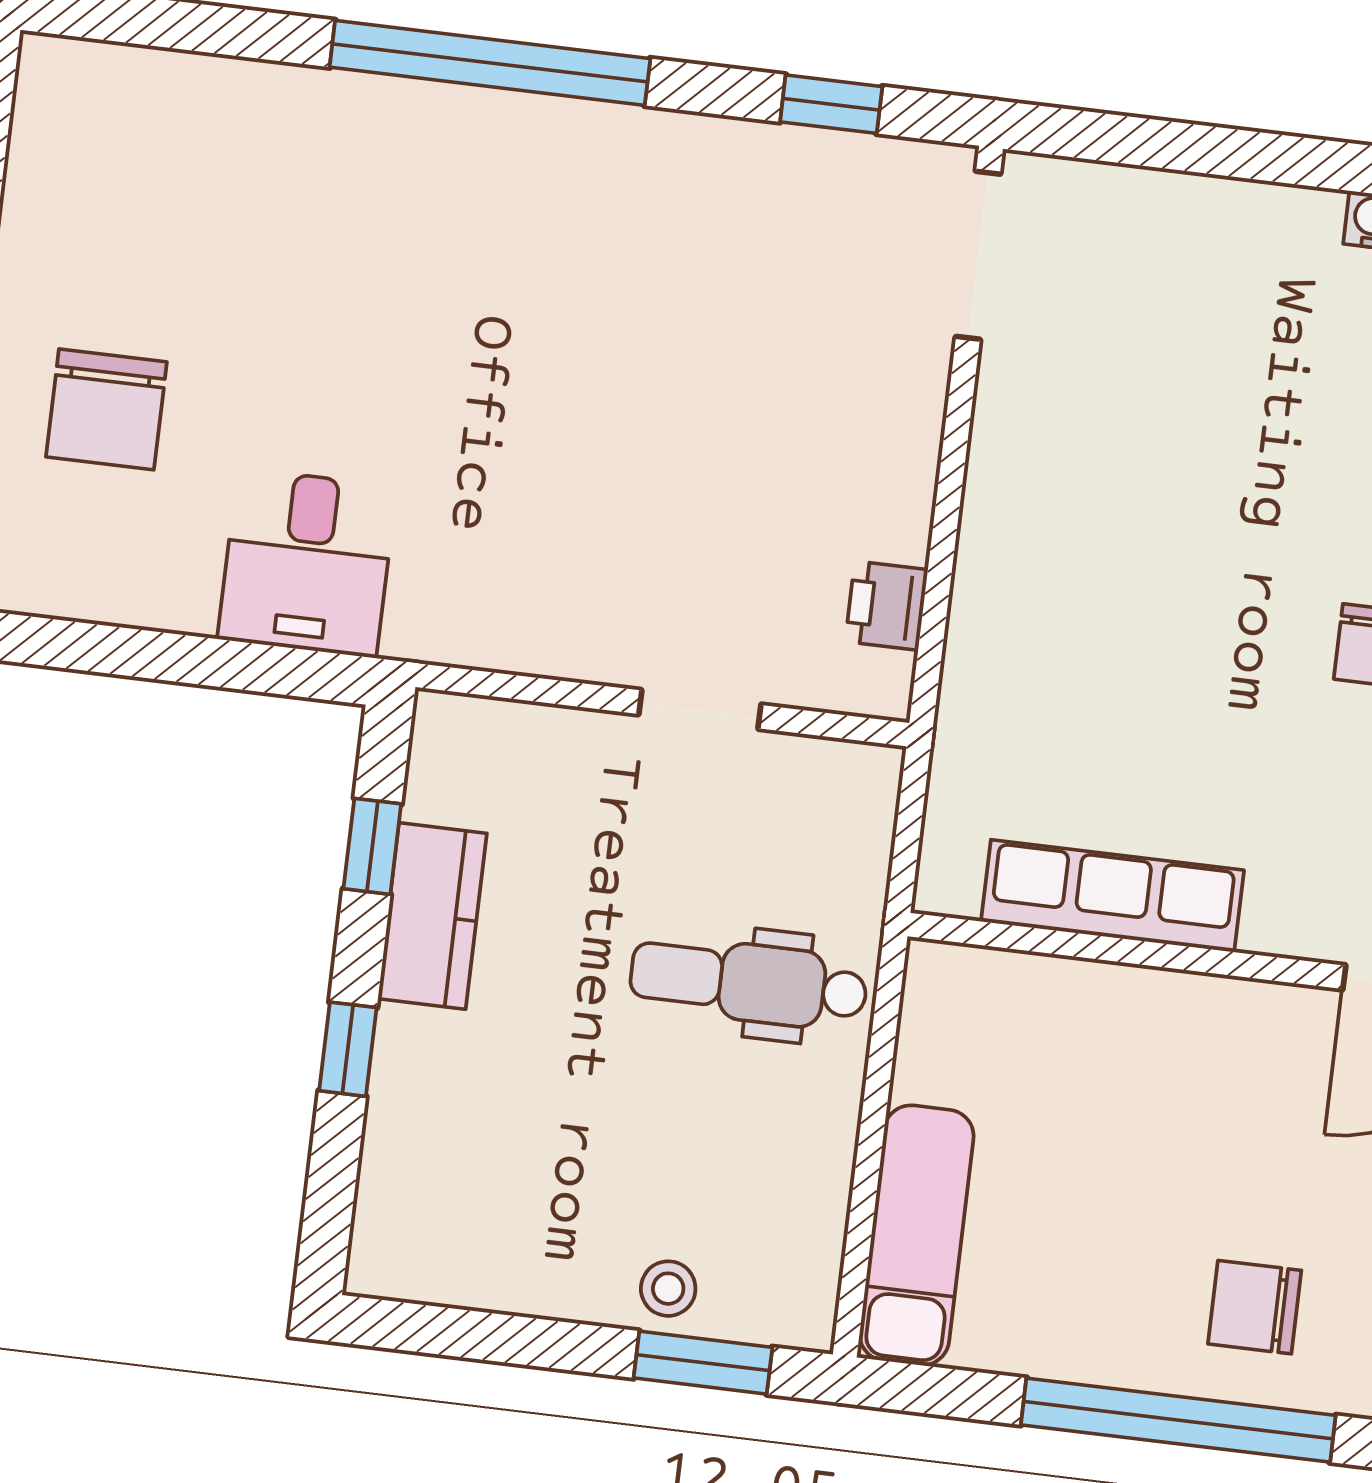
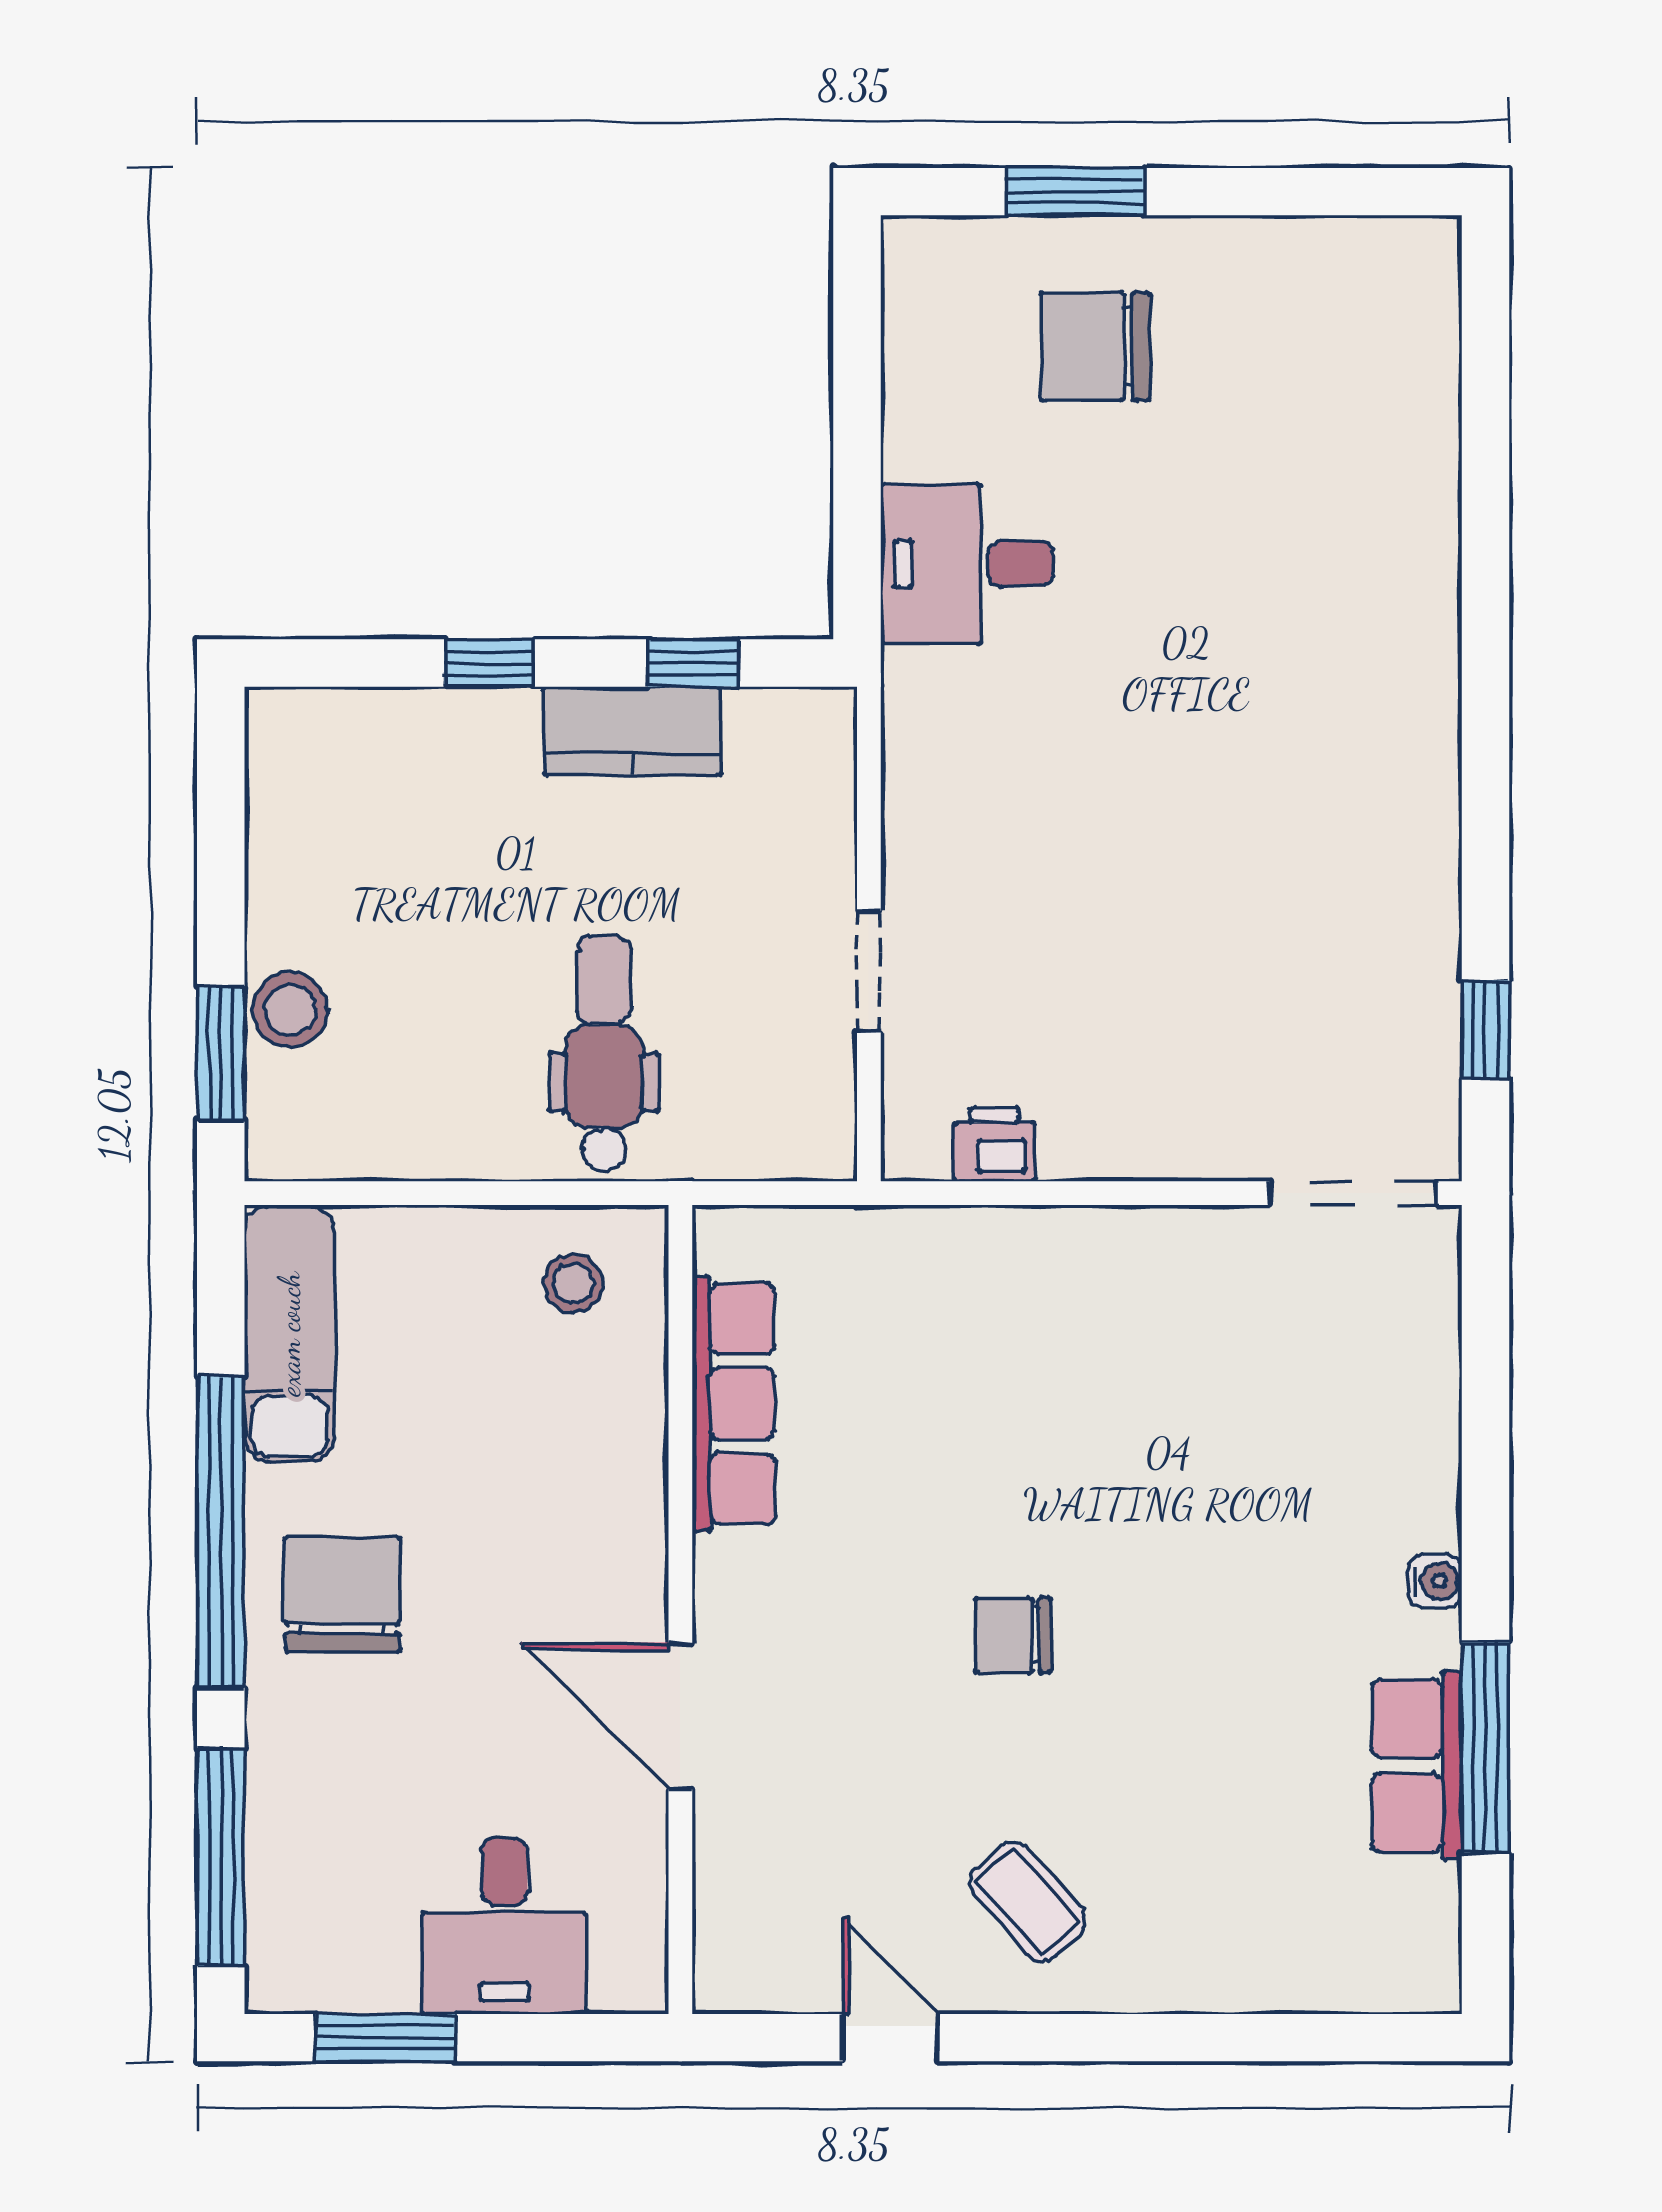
window: (490, 63) -> (1485, 686), removed
stool: (974, 1040) -> (573, 1283), added
exam couch: (917, 1235) -> (289, 1334), moved, turned -90
stool: (668, 1289) -> (290, 1010), width x1.37, depth x1.37
chair: (1255, 1307) -> (342, 1594), width x1.37, depth x1.37

